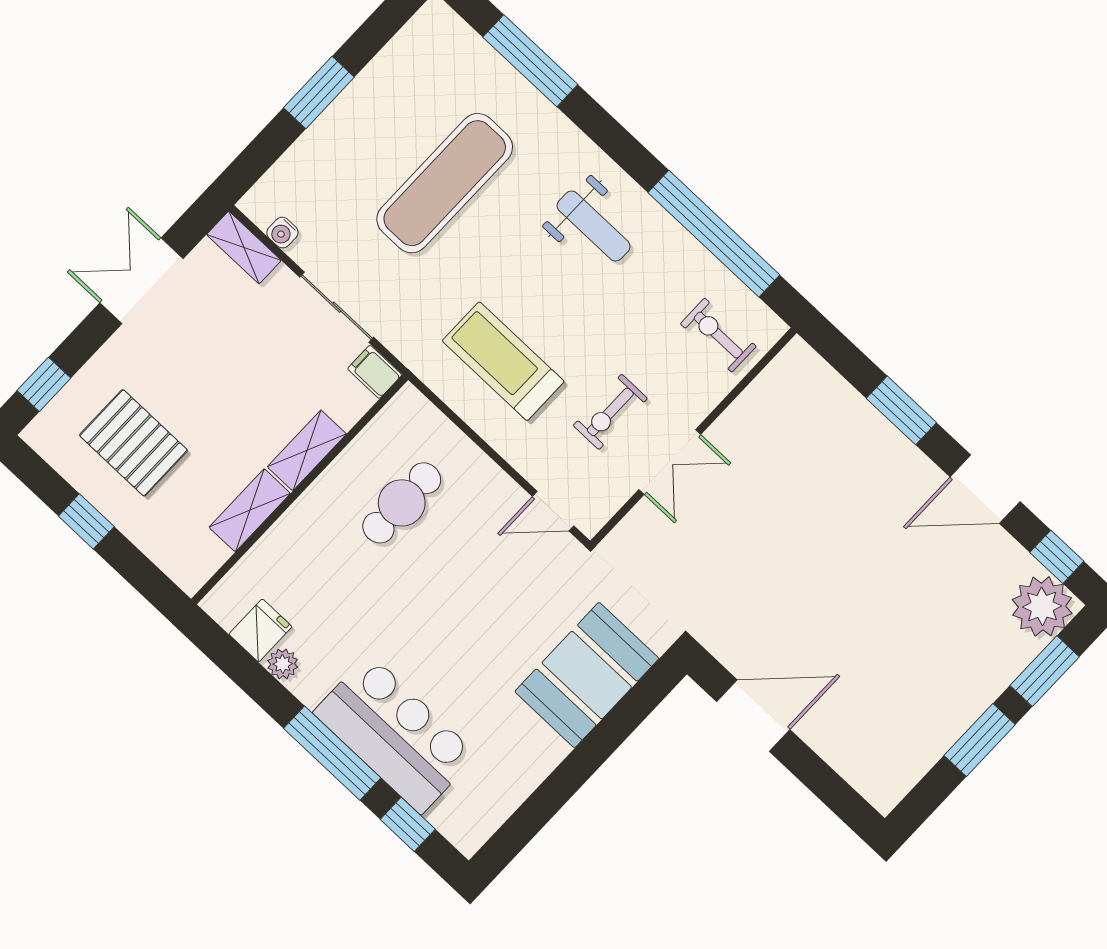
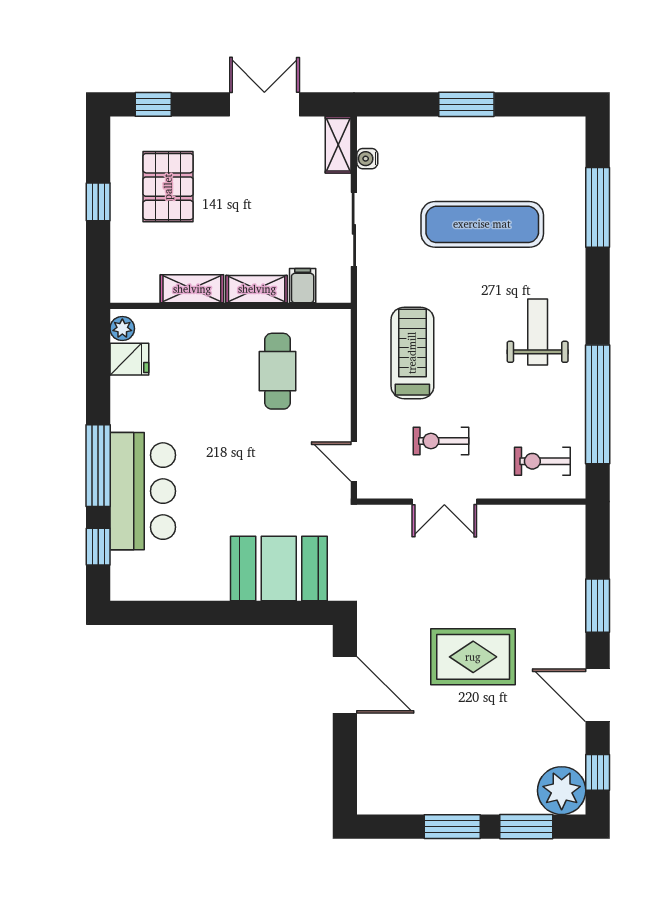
weight bench: (594, 226) -> (538, 332), turned 180
exercise bike: (718, 335) -> (542, 461), turned -90
filing cabinet: (375, 372) -> (303, 286), moved
cafe table: (402, 503) -> (278, 371), turned 90
rug: (840, 572) -> (473, 657), added
plant: (283, 664) -> (122, 329), moved

